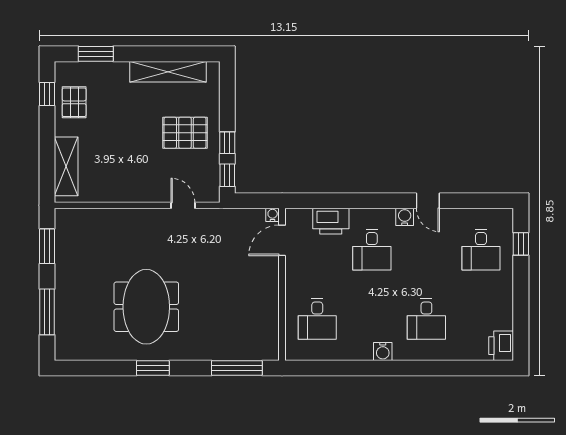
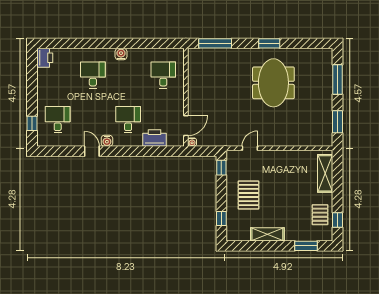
shelving: (168, 72) -> (267, 234), width x0.68
pallet: (185, 133) -> (249, 195), turned 90
window: (227, 143) -> (221, 219), moved
door: (183, 205) -> (250, 148), swing flipped

